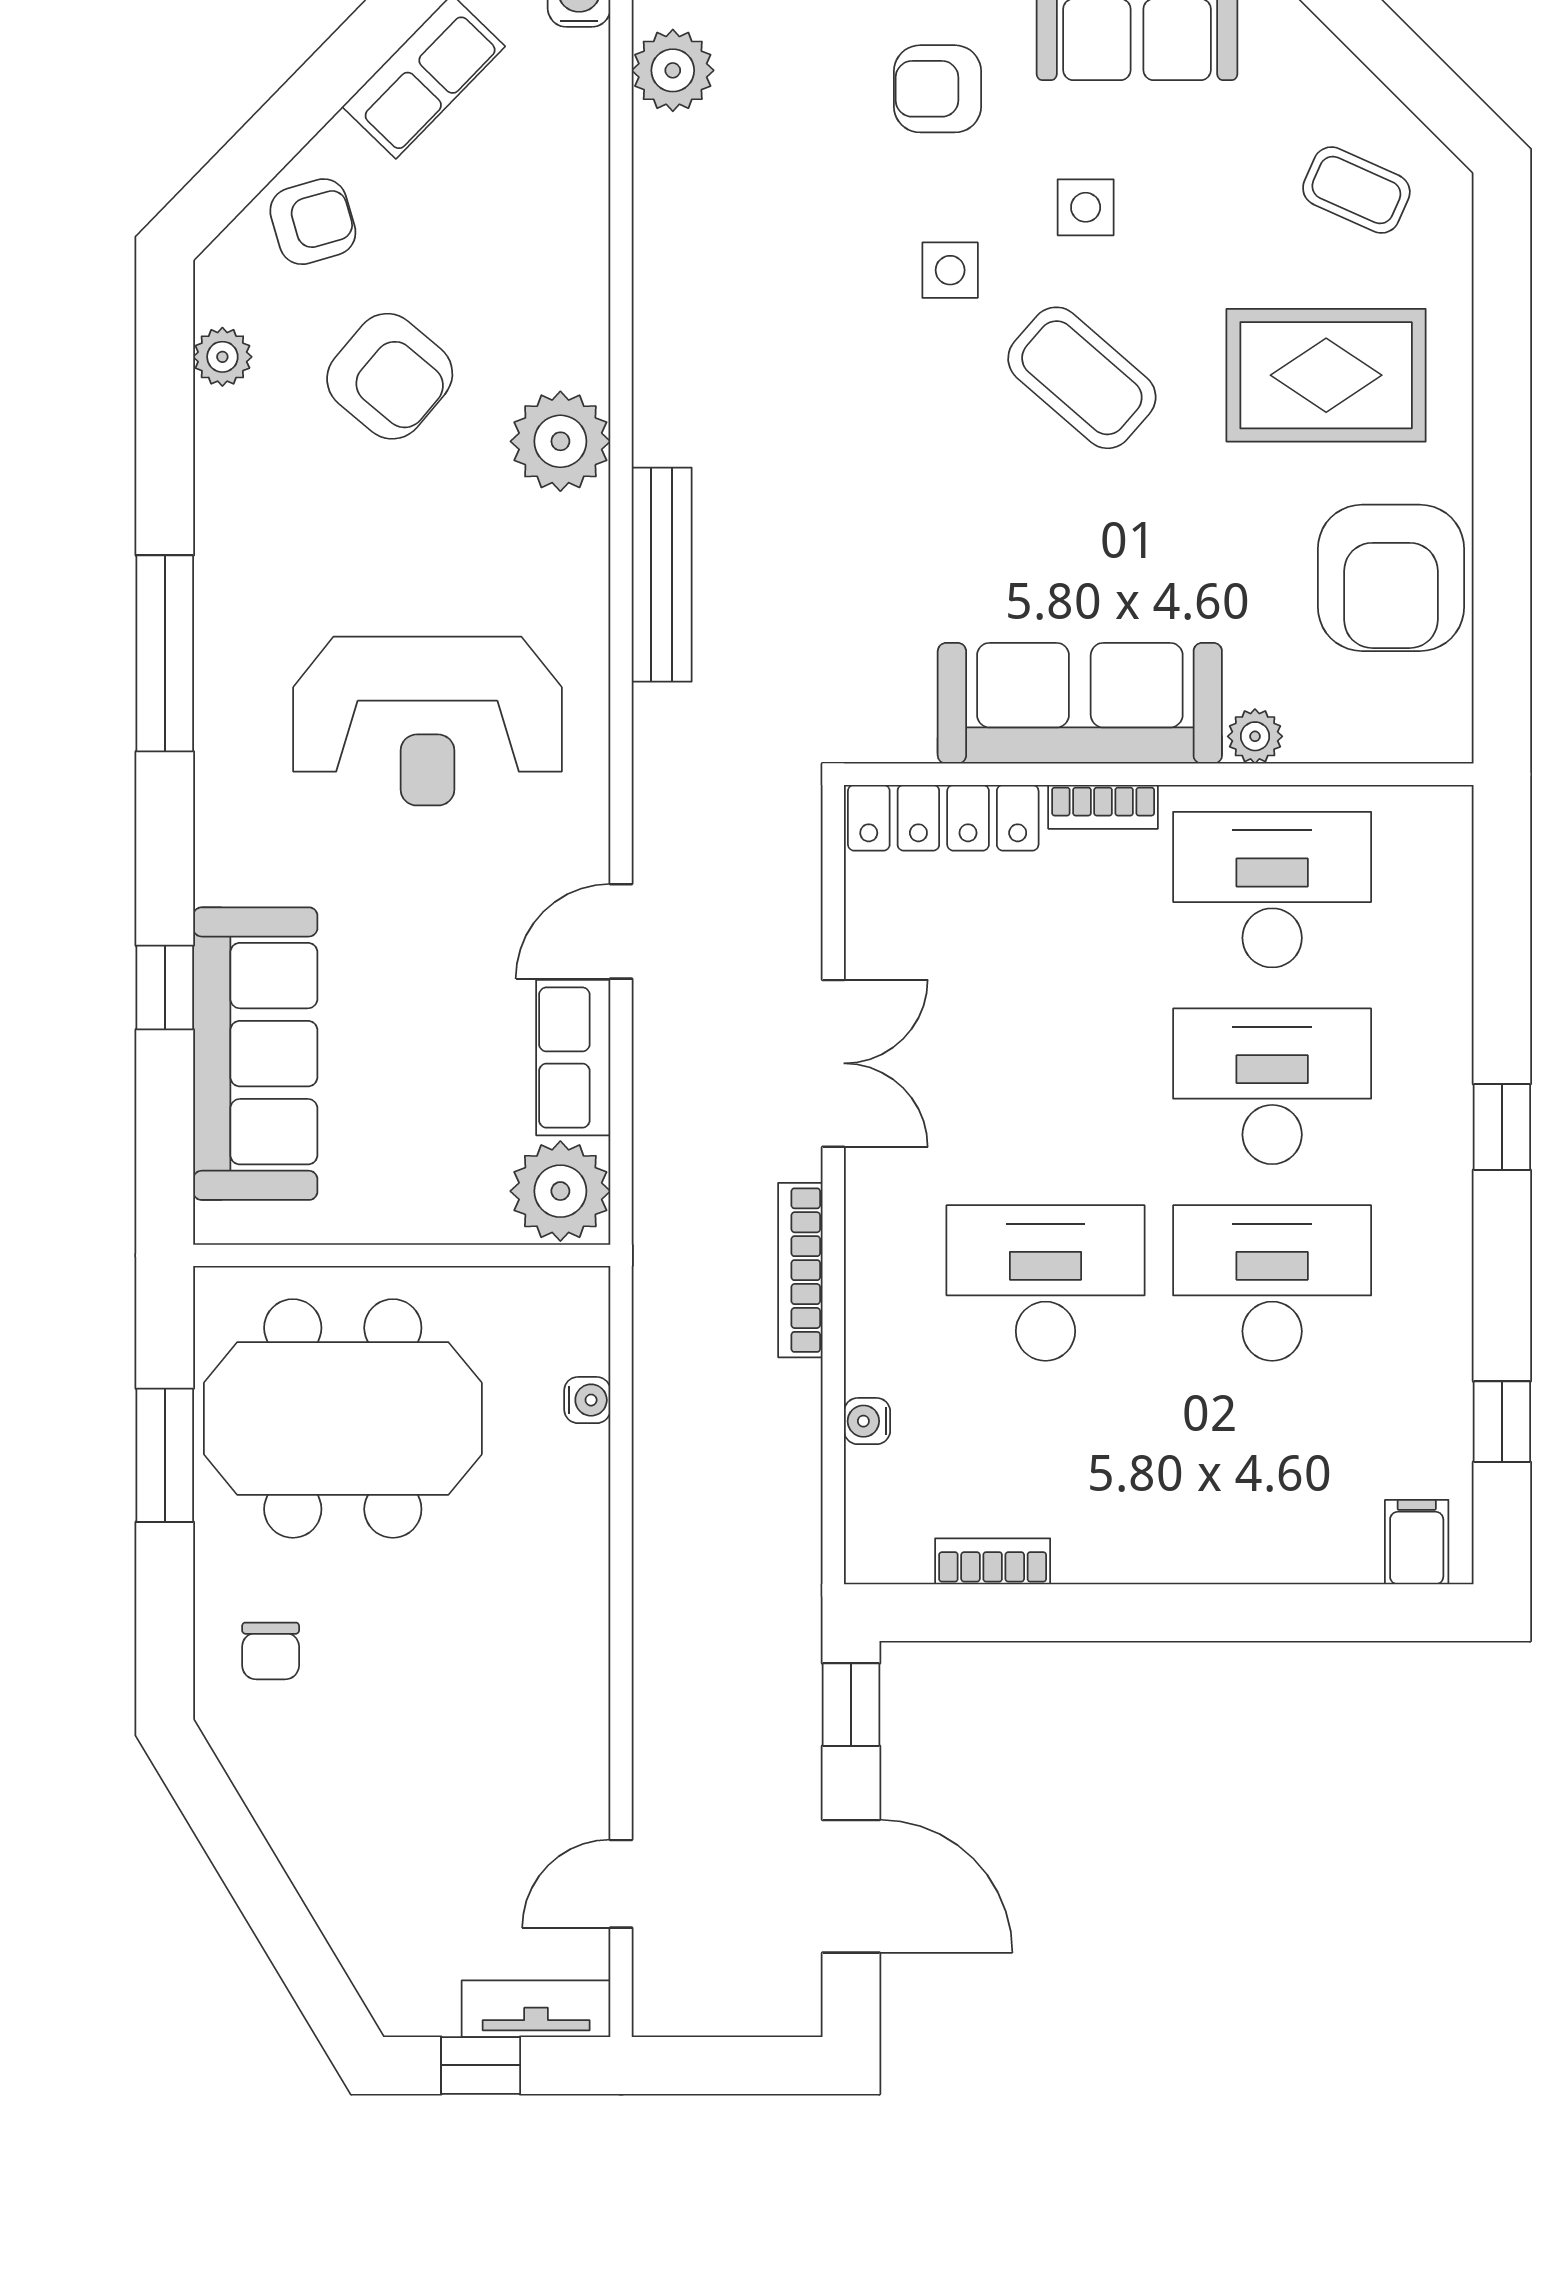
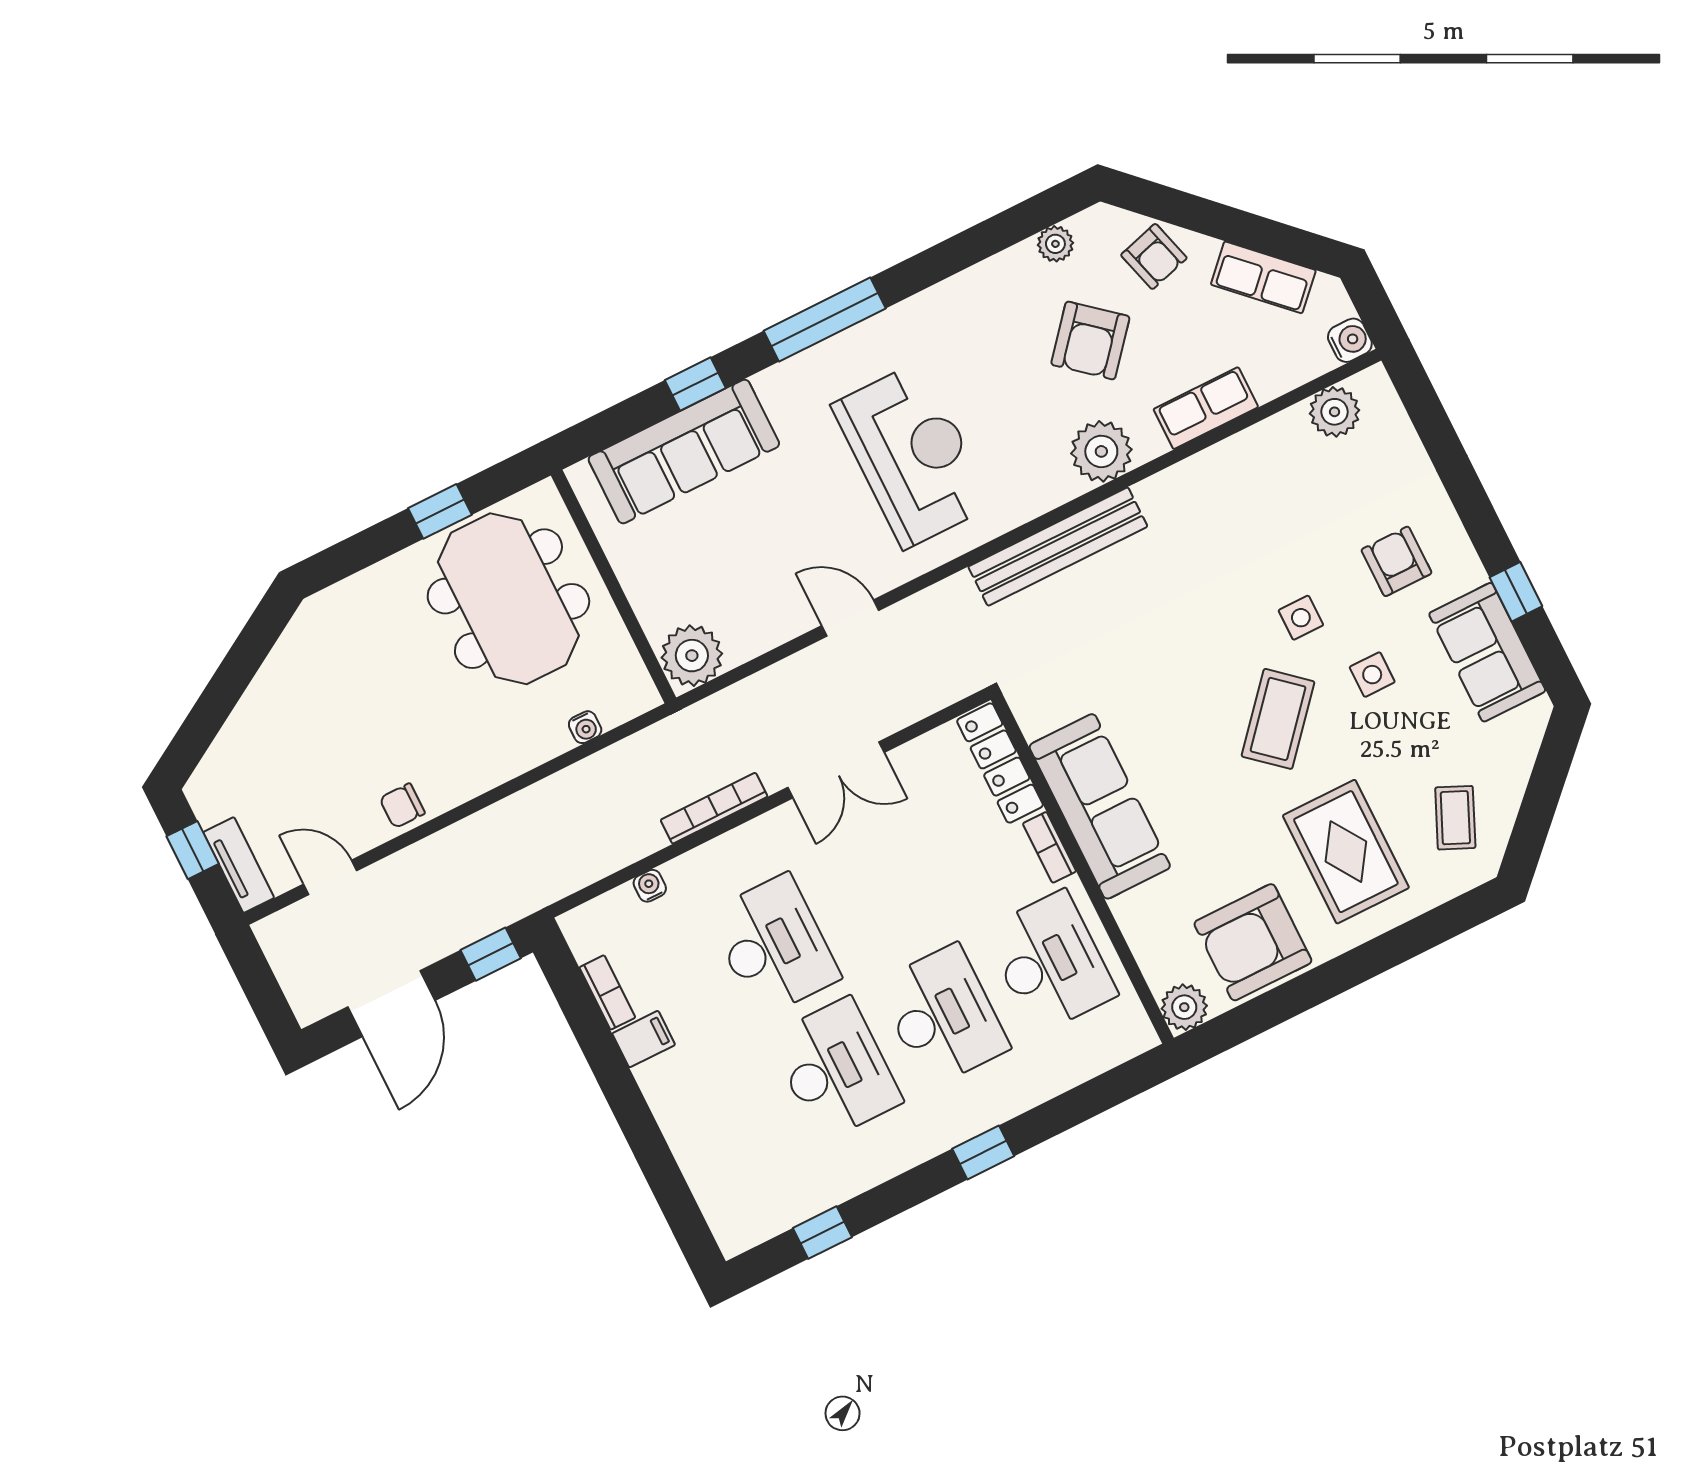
bench: (662, 575) -> (1058, 547), width x1.37, depth x1.21
window: (165, 653) -> (825, 320), moved
reception desk: (427, 721) -> (912, 455), turned 180
plant: (1255, 736) -> (1184, 1007), moved, width x1.38, depth x1.38
row of seats: (573, 1058) -> (1206, 408), moved
window: (165, 1455) -> (440, 511), width x0.67
filing cabinet: (1417, 1542) -> (644, 1039), moved
chair: (271, 1651) -> (402, 806), moved

